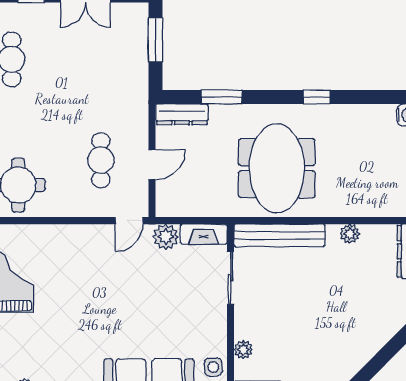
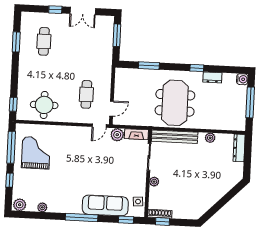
dresser: (182, 114) -> (212, 77), moved, width x0.70
door: (152, 165) -> (112, 109), moved
plant: (243, 350) -> (154, 182), moved

